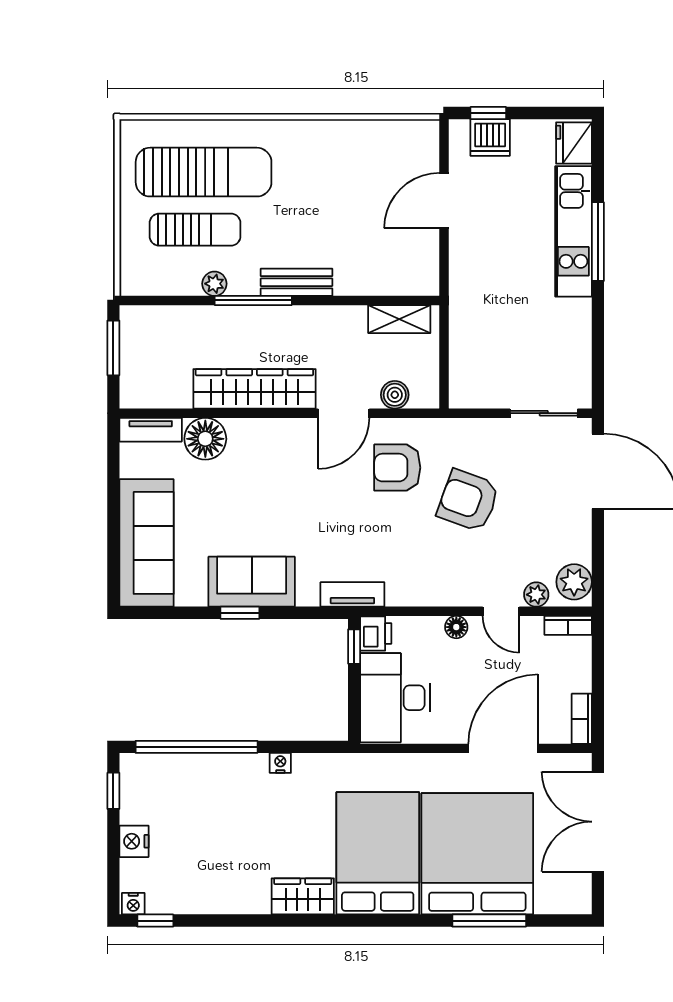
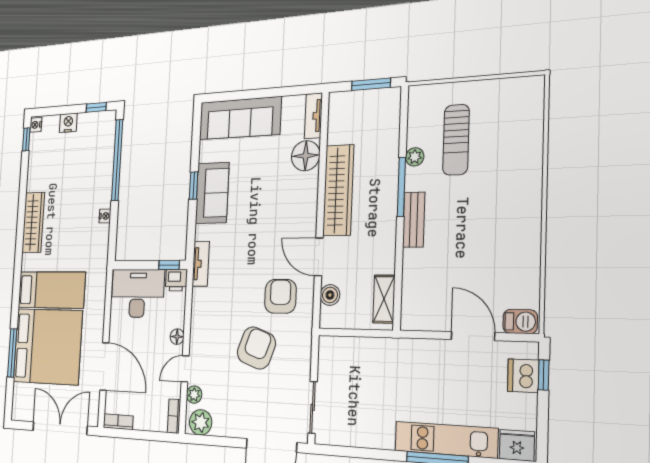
barbecue: (425, 143) -> (520, 322), added
sun lounger: (204, 172) -> (501, 144), removed
bed: (378, 853) -> (51, 290), width x0.67
wardrobe: (303, 896) -> (33, 222), width x1.50

